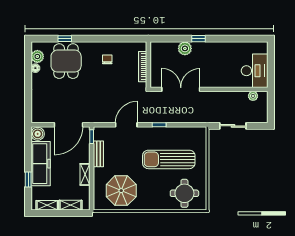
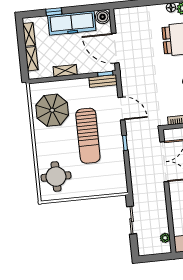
bench: (98, 154) -> (103, 81), moved
sun lounger: (169, 159) -> (88, 136), moved, turned 180

